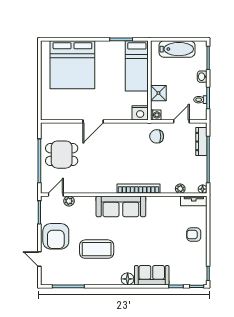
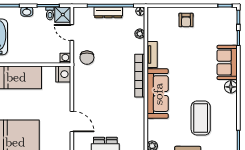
shower: (158, 93) -> (63, 15), moved
dresser: (201, 142) -> (108, 12), moved
tv unit: (194, 201) -> (152, 55), moved

